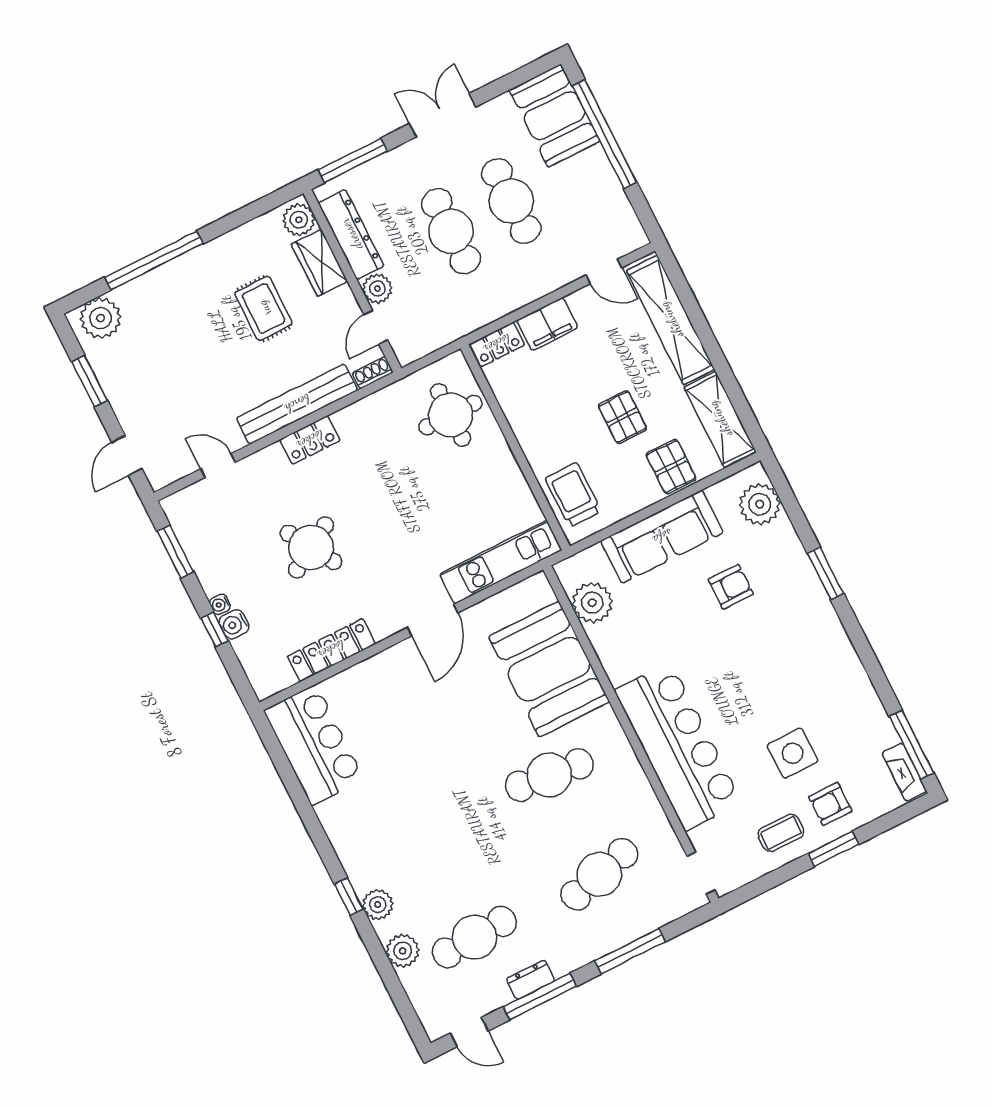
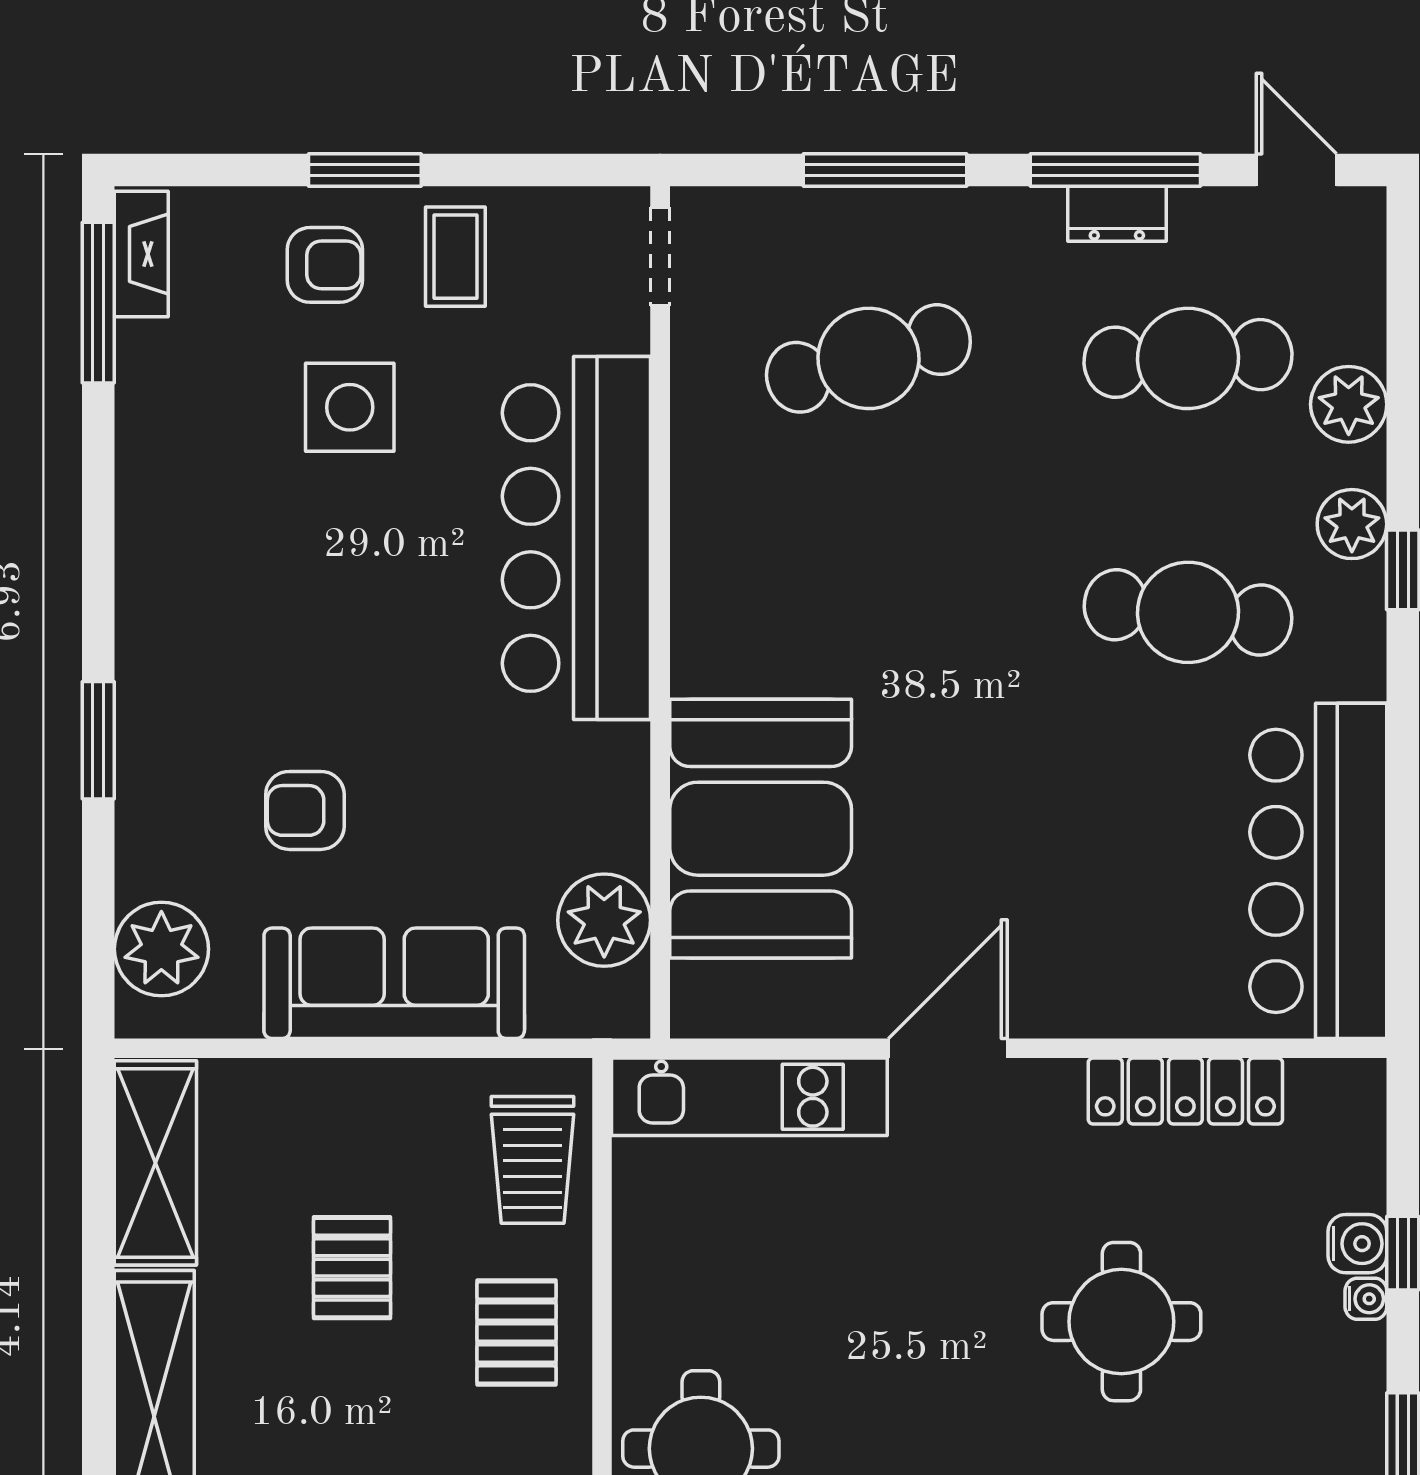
pallet: (671, 467) -> (516, 1333), moved
round table: (311, 547) -> (1121, 1322), turned 31
bar counter: (314, 745) -> (1318, 871), width x1.36
cafe table: (549, 775) -> (1188, 612), moved
coffee table: (781, 833) -> (455, 257), turned 90

